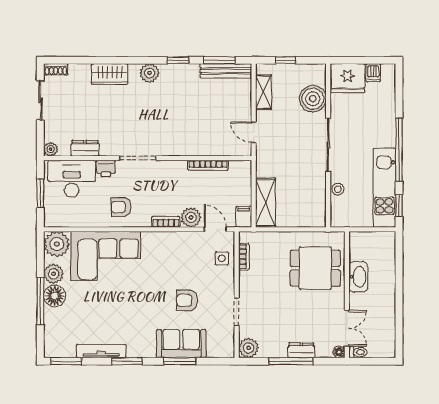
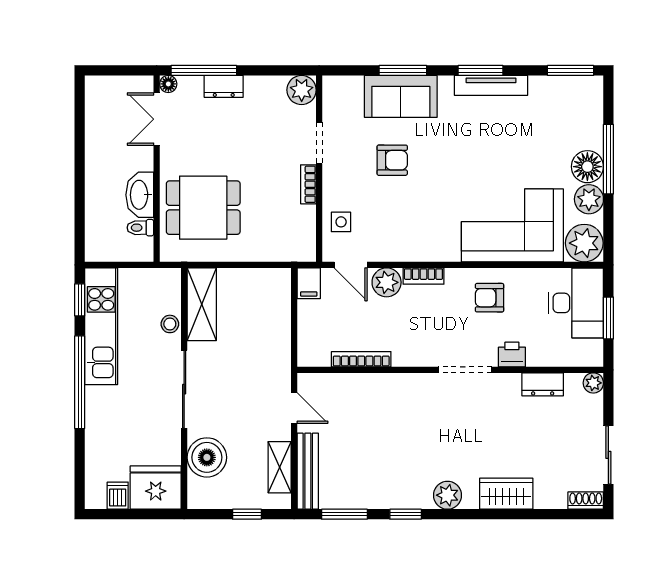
bench: (226, 71) -> (308, 471), moved, turned 90
desk: (72, 179) -> (576, 303), moved, turned -90
shelving: (265, 203) -> (202, 304), moved
armchair: (121, 207) -> (490, 298), turned 180
bookcase: (244, 257) -> (308, 184), moved
tv unit: (101, 351) -> (491, 85), moved
toilet: (358, 352) -> (140, 228), moved
window: (291, 361) -> (204, 70), moved

